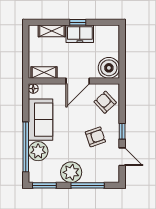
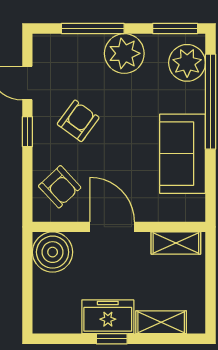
door: (78, 81) -> (112, 227), hinge flipped
floor lamp: (33, 89) -> (196, 213), removed
armchair: (95, 137) -> (78, 121), turned 145
plant: (38, 151) -> (187, 63), moved

